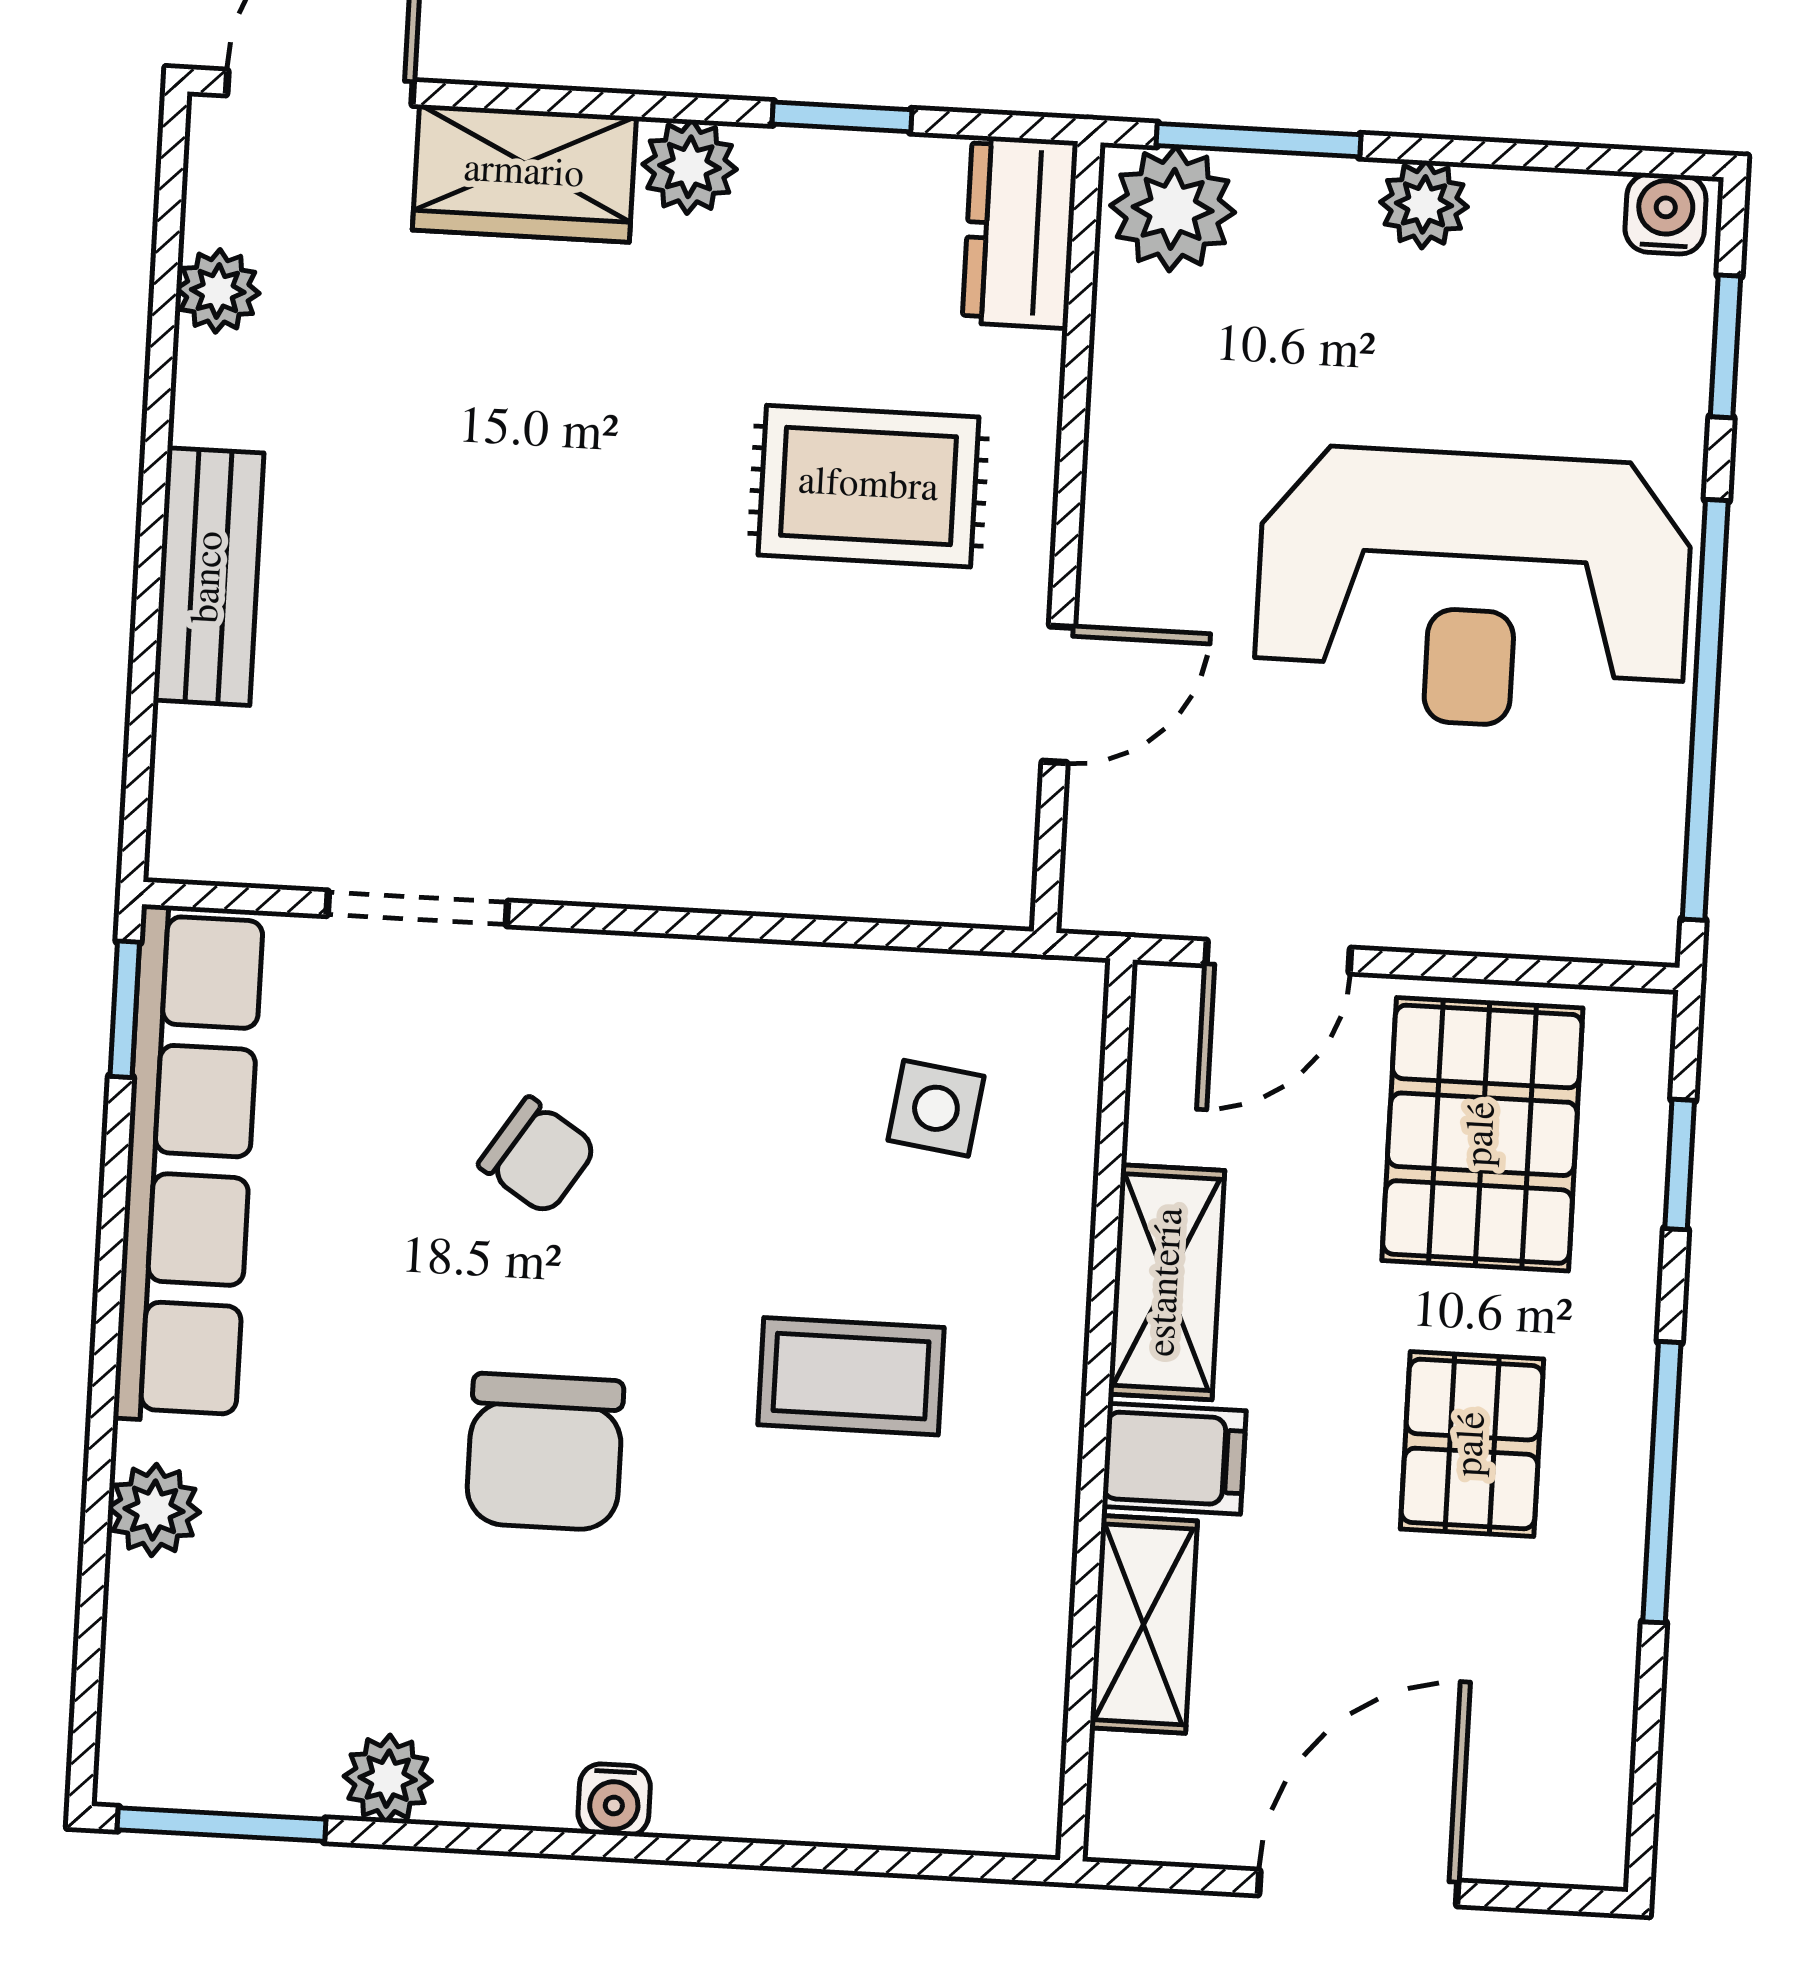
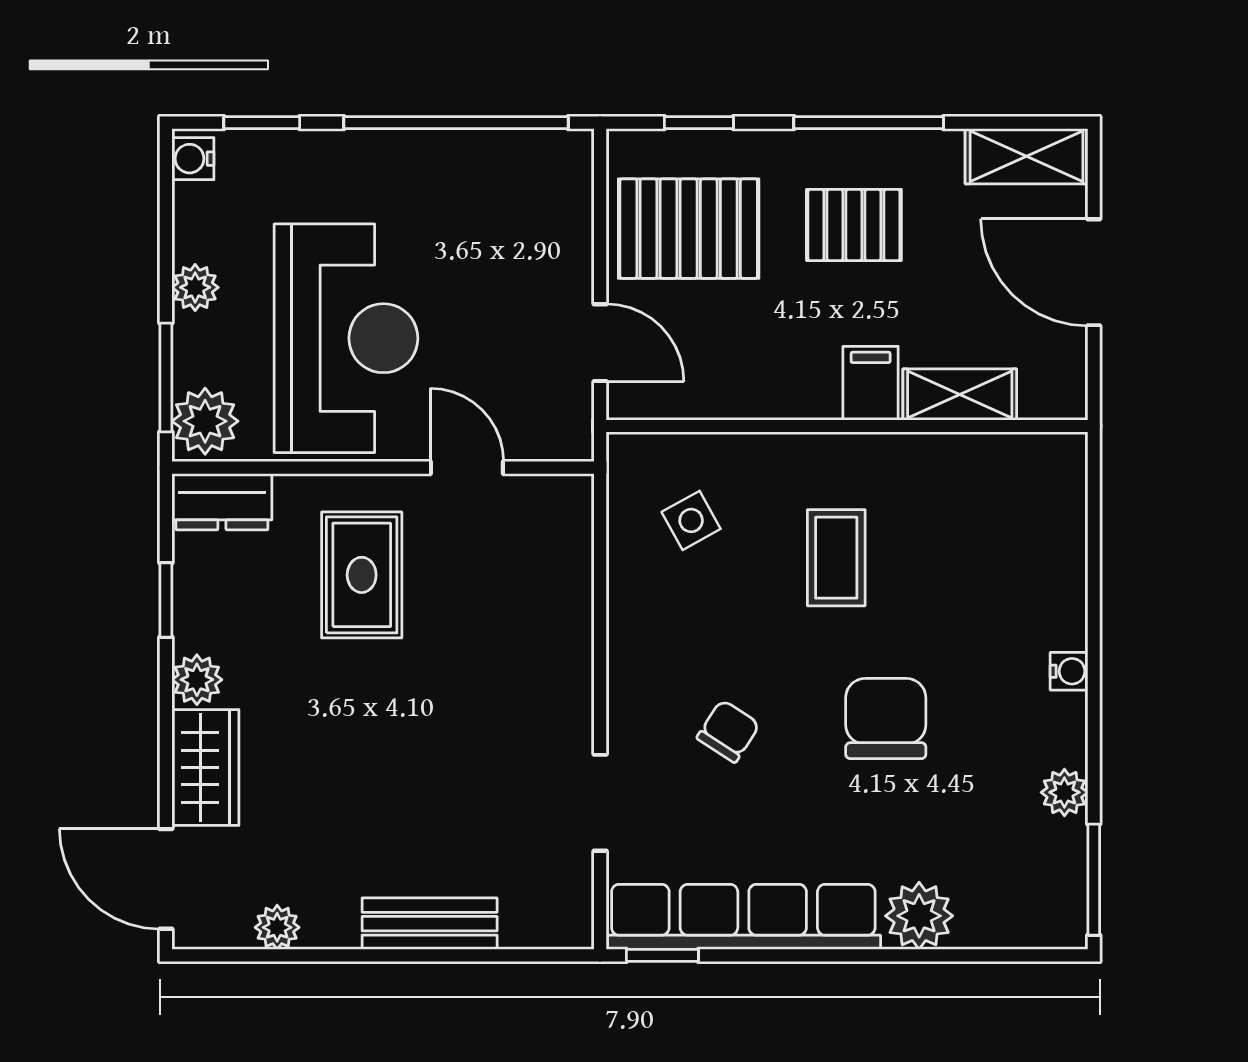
reception desk: (1473, 589) -> (346, 338), moved
side table: (936, 1108) -> (691, 520), turned -37
shelving: (1167, 1282) -> (1026, 156), moved
chair: (545, 1452) -> (886, 719), turned -90
plant: (154, 1510) -> (919, 916), width x1.38, depth x1.38

